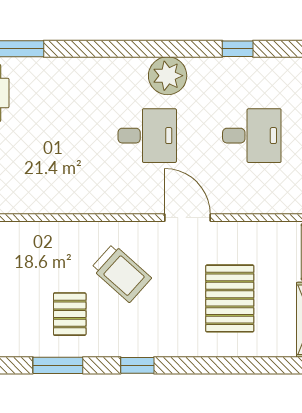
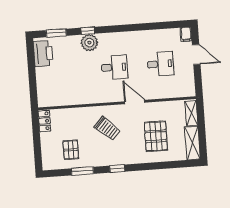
window: (238, 49) -> (88, 31), moved
plant: (168, 76) -> (89, 43), moved
pallet: (70, 314) -> (71, 150), moved

